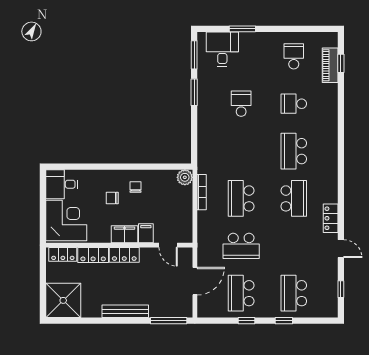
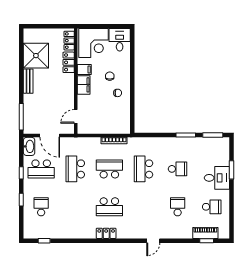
desk: (222, 49) -> (217, 178), moved
school desk: (294, 151) -> (143, 169), moved, turned -90
plant: (185, 177) -> (125, 128), removed
locker: (331, 218) -> (106, 233), moved
filing cabinet: (146, 233) -> (84, 70), moved
door: (341, 249) -> (153, 241), moved
locker: (124, 255) -> (69, 85), removed
school desk: (241, 293) -> (41, 169), turned 180
school desk: (294, 293) -> (41, 207), width x0.54
shower: (63, 300) -> (36, 56), moved
washbasin: (210, 310) -> (29, 146), added
bench: (125, 311) -> (28, 81), width x0.73

